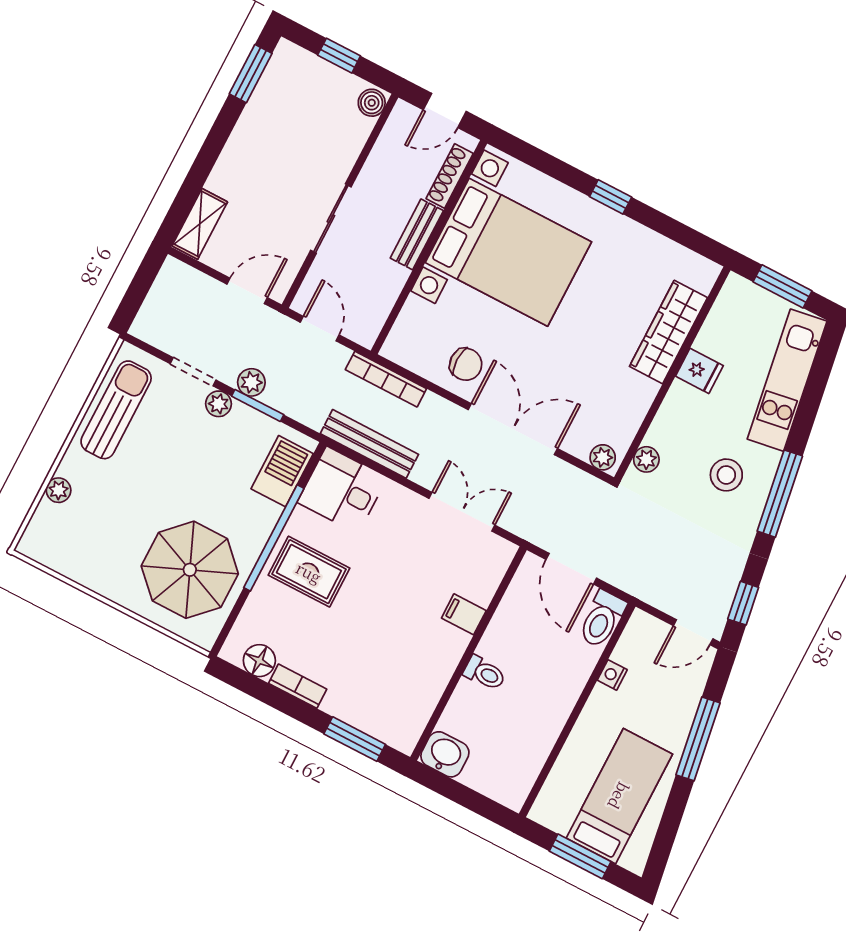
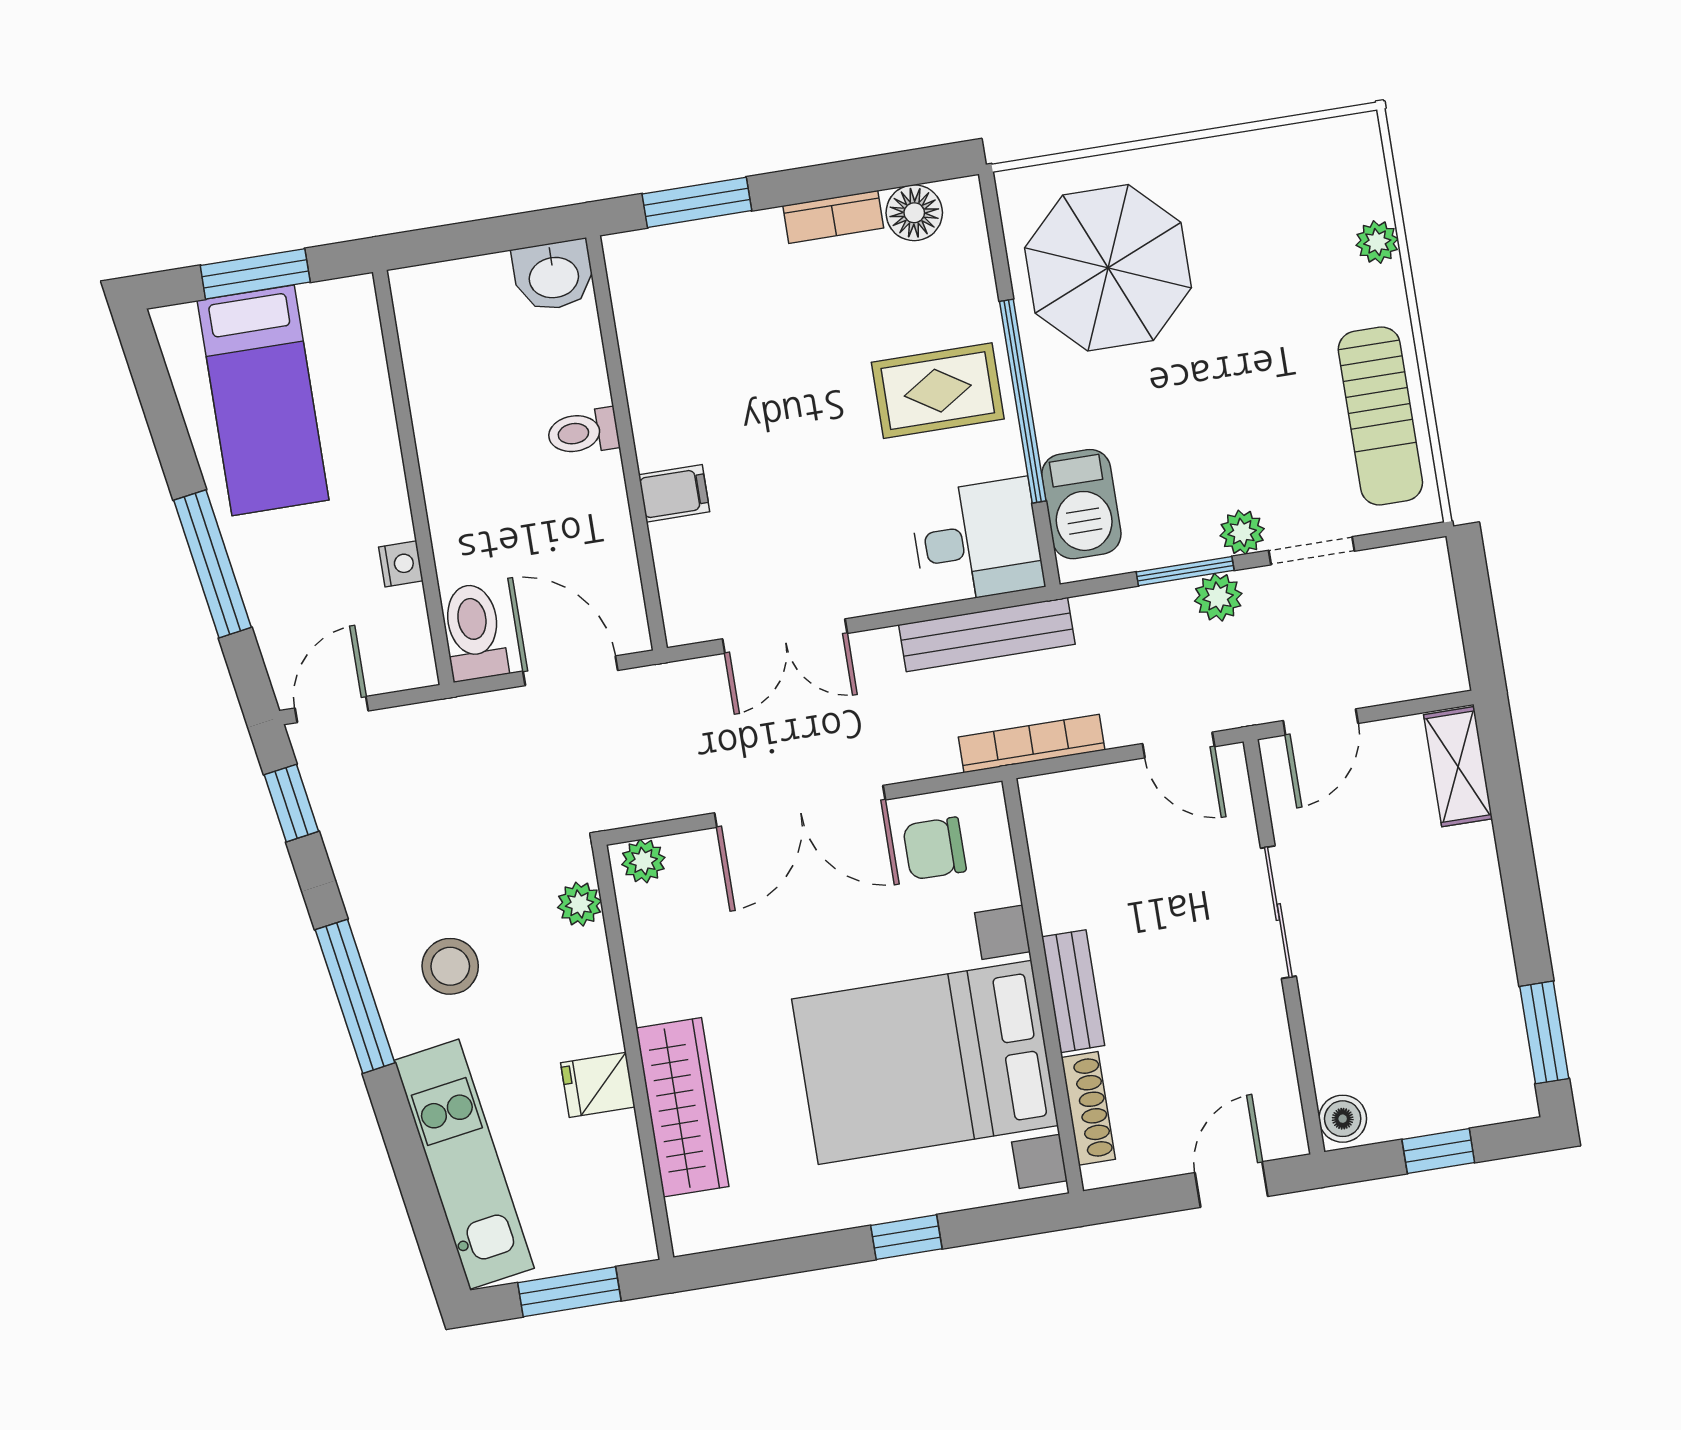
shoe rack: (450, 176) -> (1088, 1108), moved
bench: (417, 234) -> (1073, 991), moved
wall: (429, 247) -> (1043, 986), moved
bed with nightstands: (508, 252) -> (925, 1062), moved

